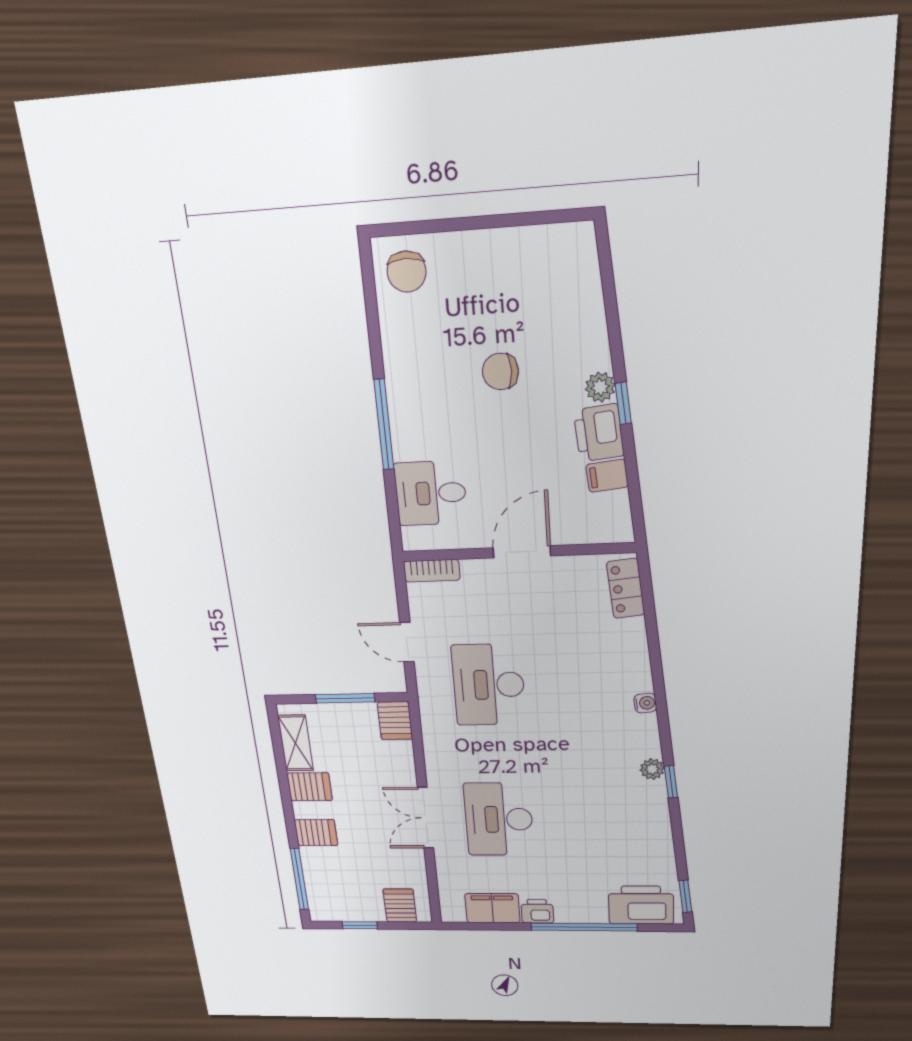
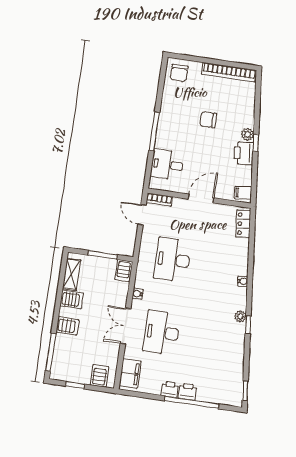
bookcase: (526, 242) -> (229, 72), added
filing cabinet: (607, 476) -> (243, 193), moved
door: (407, 642) -> (142, 215), moved
water cooler: (434, 758) -> (138, 294), added
printer: (641, 905) -> (188, 392), moved, width x0.53, depth x0.68
filing cabinet: (492, 908) -> (130, 373), moved, turned 90

